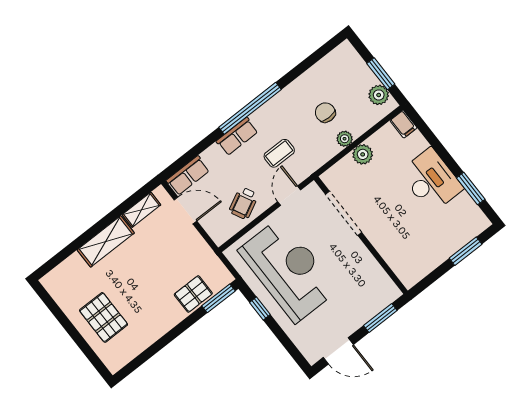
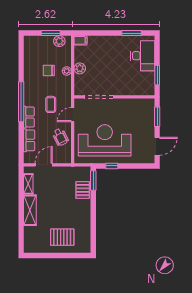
row of seats: (188, 175) -> (29, 140), moved
desk: (431, 180) -> (143, 56), moved, turned 90
door: (289, 196) -> (73, 115), hinge flipped
window: (466, 251) -> (157, 75), moved

